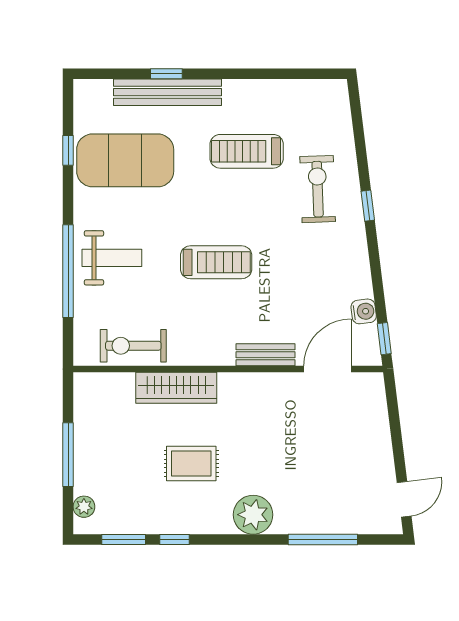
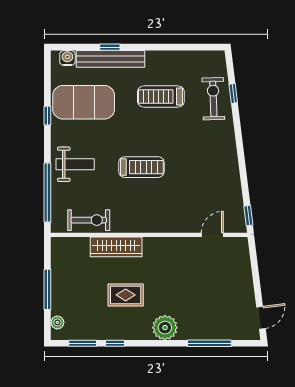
window: (68, 150) -> (47, 116), moved
exercise bike: (318, 189) -> (213, 99), moved
window: (368, 206) -> (233, 93), moved
window: (68, 271) -> (47, 193), moved
water cooler: (364, 311) -> (67, 58), moved, turned -83
exercise bike: (133, 346) -> (89, 220), turned 180
bench: (266, 355) -> (173, 226), removed
door: (327, 369) -> (212, 235), width x0.73

